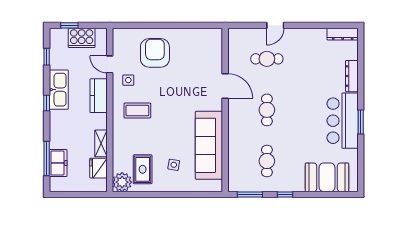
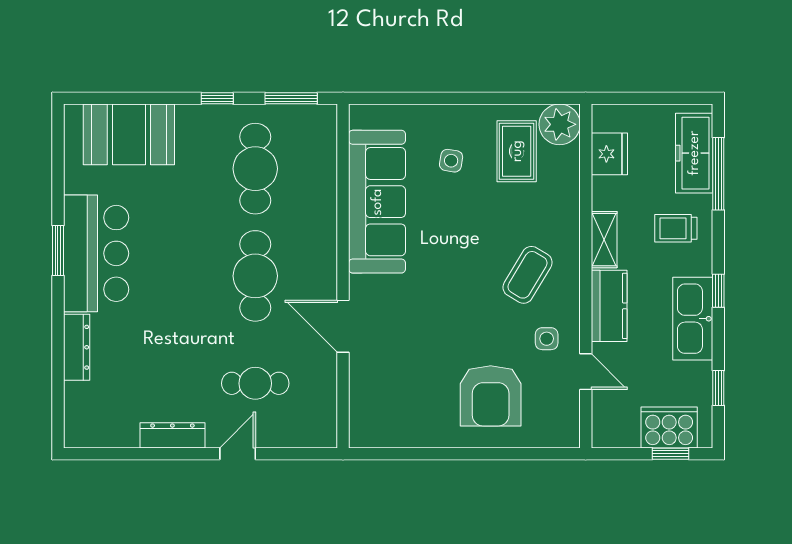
dresser: (343, 34) -> (172, 435), moved
cooker: (82, 38) -> (669, 427), moved
coffee table: (137, 110) -> (528, 275), turned -59
cafe table: (267, 110) -> (255, 276), width x1.37, depth x1.35
trolley: (67, 133) -> (676, 228), added
shelving: (101, 143) -> (604, 240), moved
cafe table: (267, 161) -> (255, 169), width x1.37, depth x1.35
freezer: (58, 163) -> (694, 153), width x1.40

